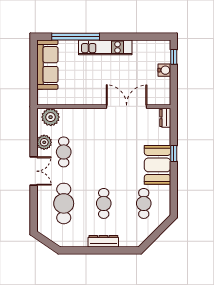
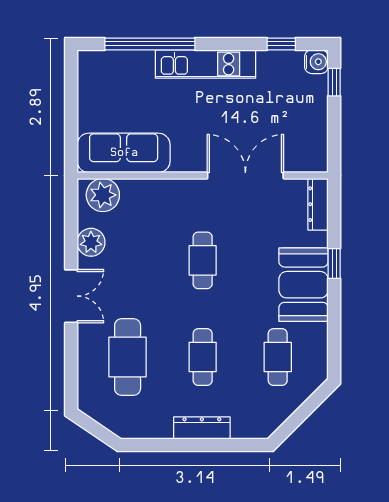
window: (146, 37) -> (281, 44), added
sofa: (47, 65) -> (124, 153), moved, turned -90
water cooler: (164, 70) -> (316, 62), moved
dresser: (165, 118) -> (318, 204), width x1.44
cafe table: (64, 152) -> (203, 260), moved

